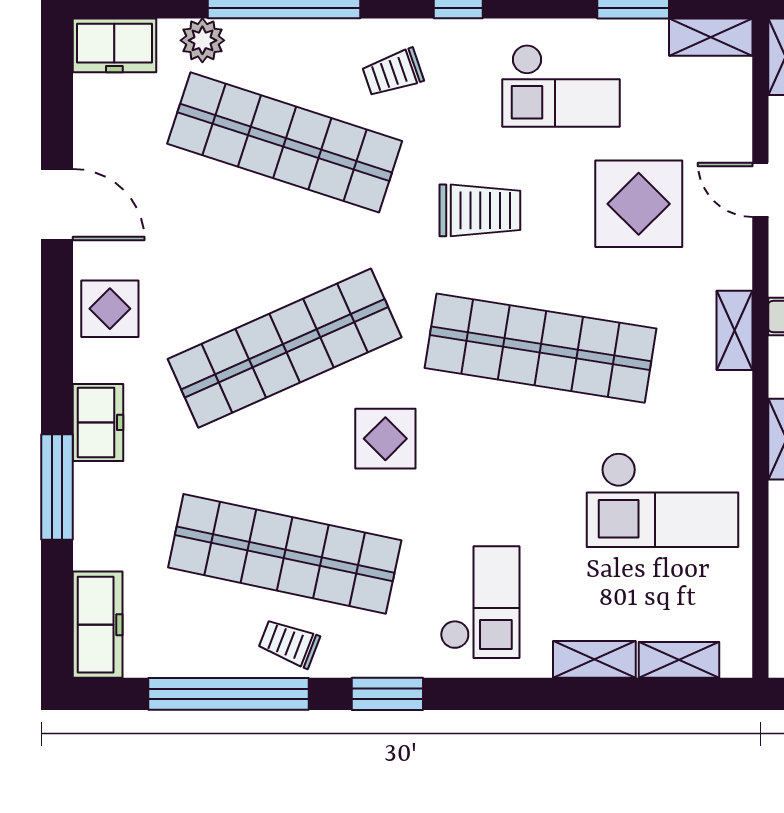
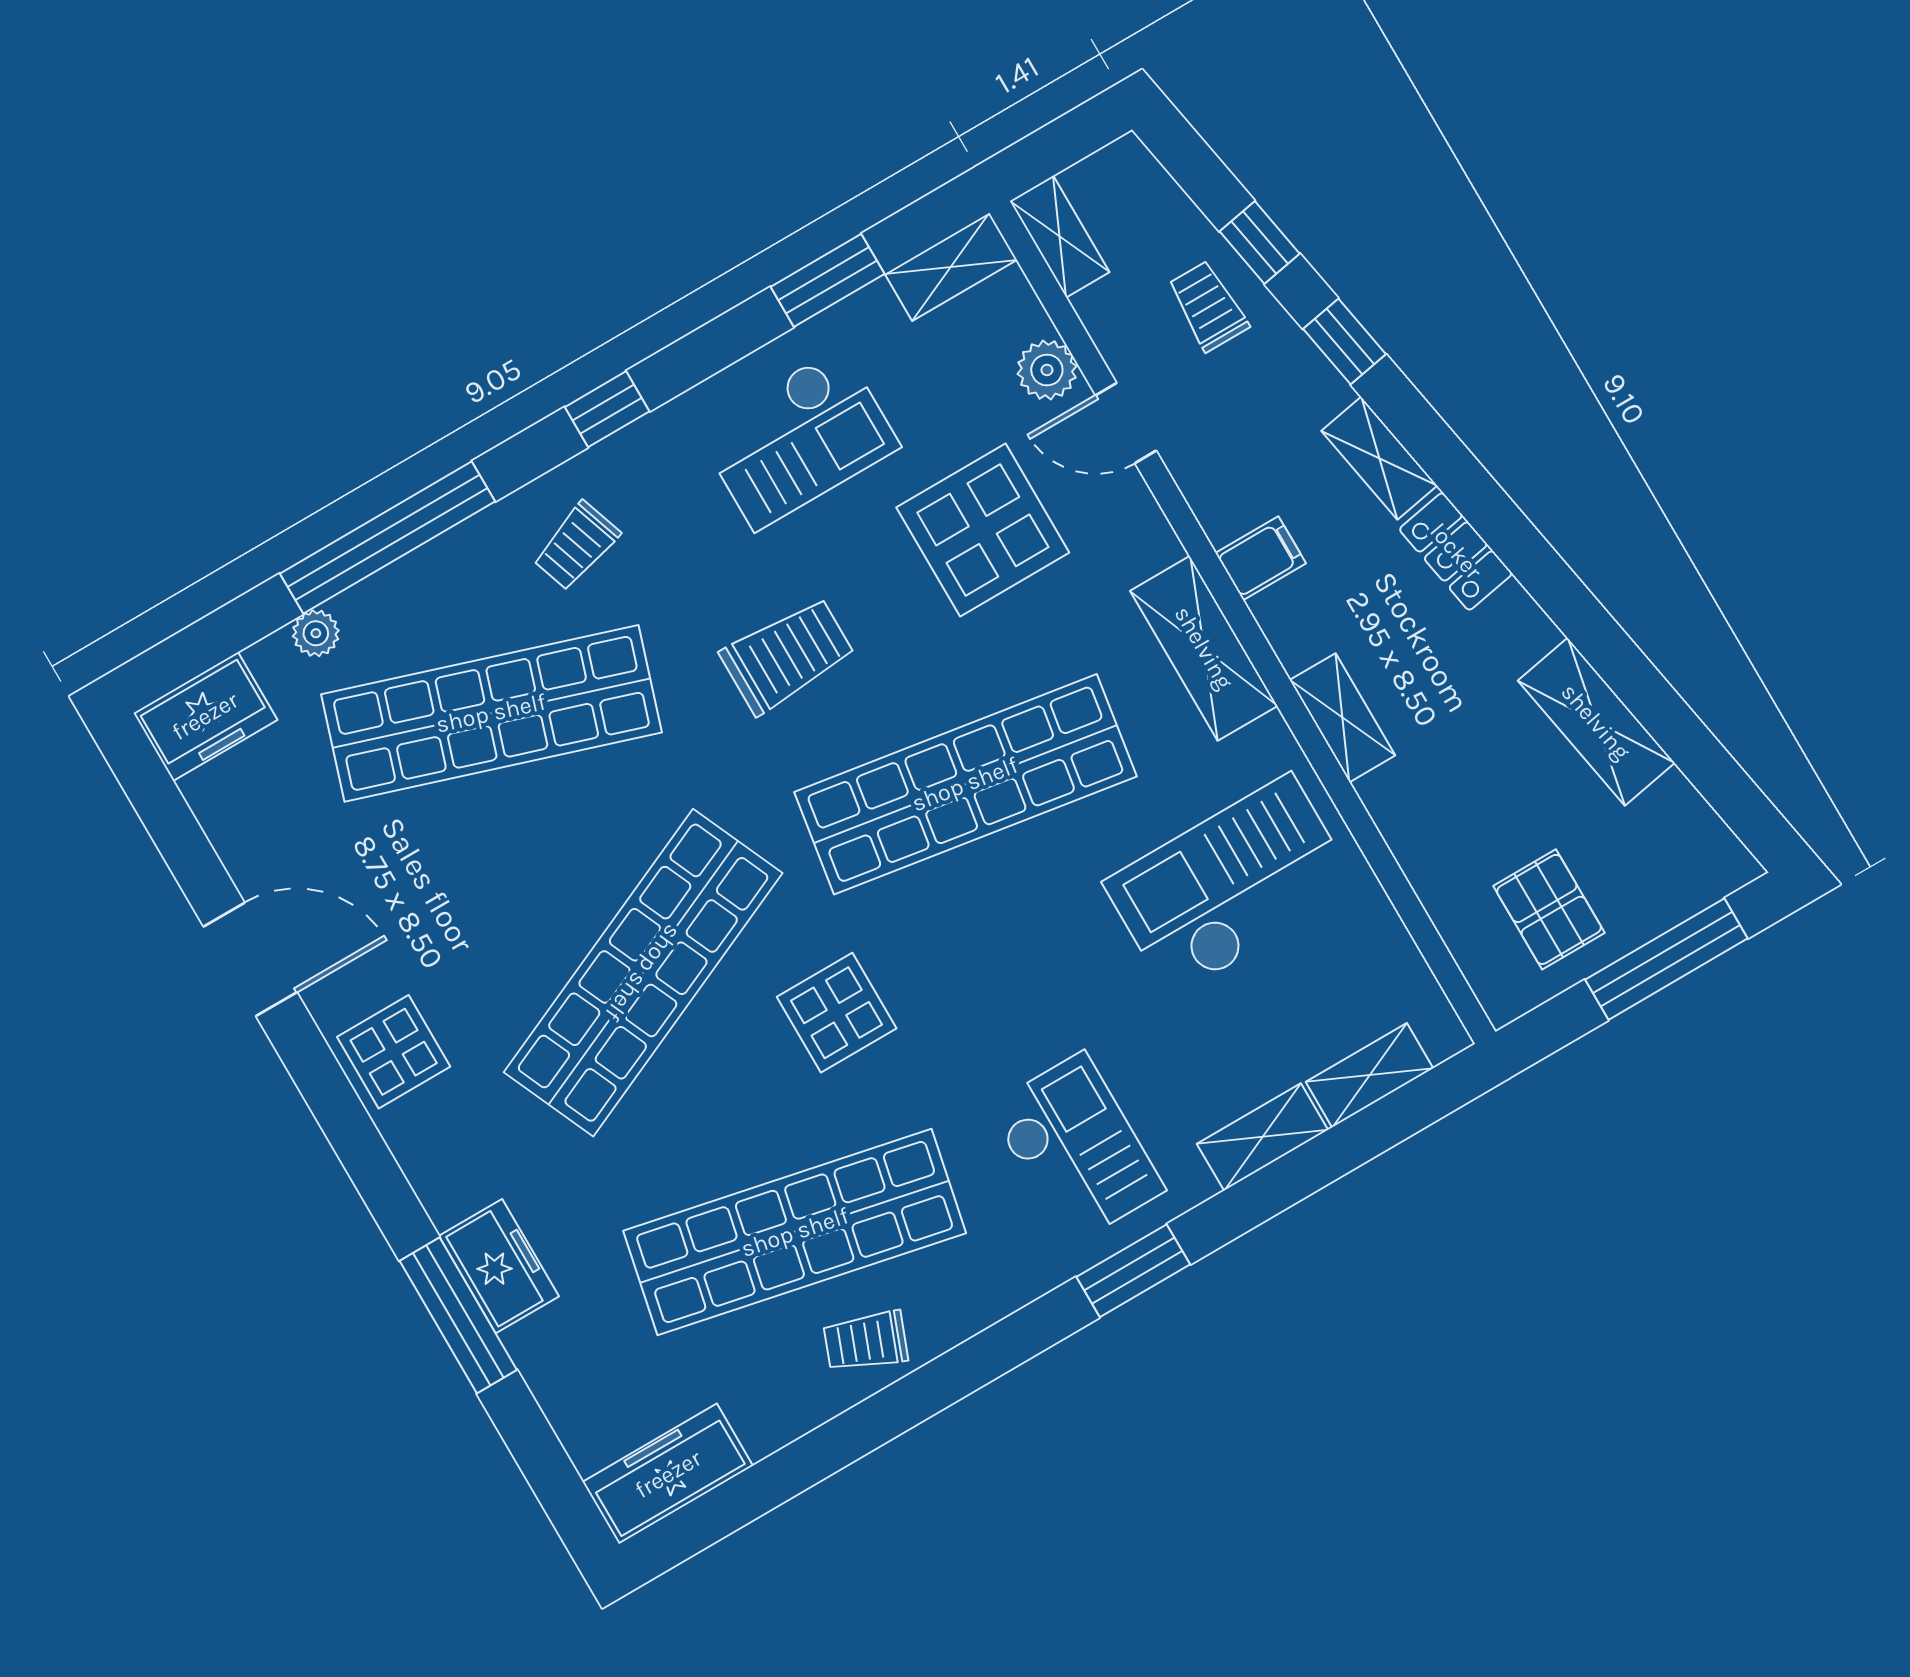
plant: (202, 40) -> (316, 633), width x0.73, depth x0.73
plant: (732, 131) -> (1047, 370), added
shelving: (734, 330) -> (1204, 648), width x1.50, depth x1.33
freezer: (98, 422) -> (499, 1266), moved
checkout: (662, 500) -> (1231, 886), turned 180
freezer: (98, 625) -> (668, 1474), moved, turned -90
window: (228, 694) -> (827, 1450), removed
window: (387, 694) -> (1133, 1271), moved

